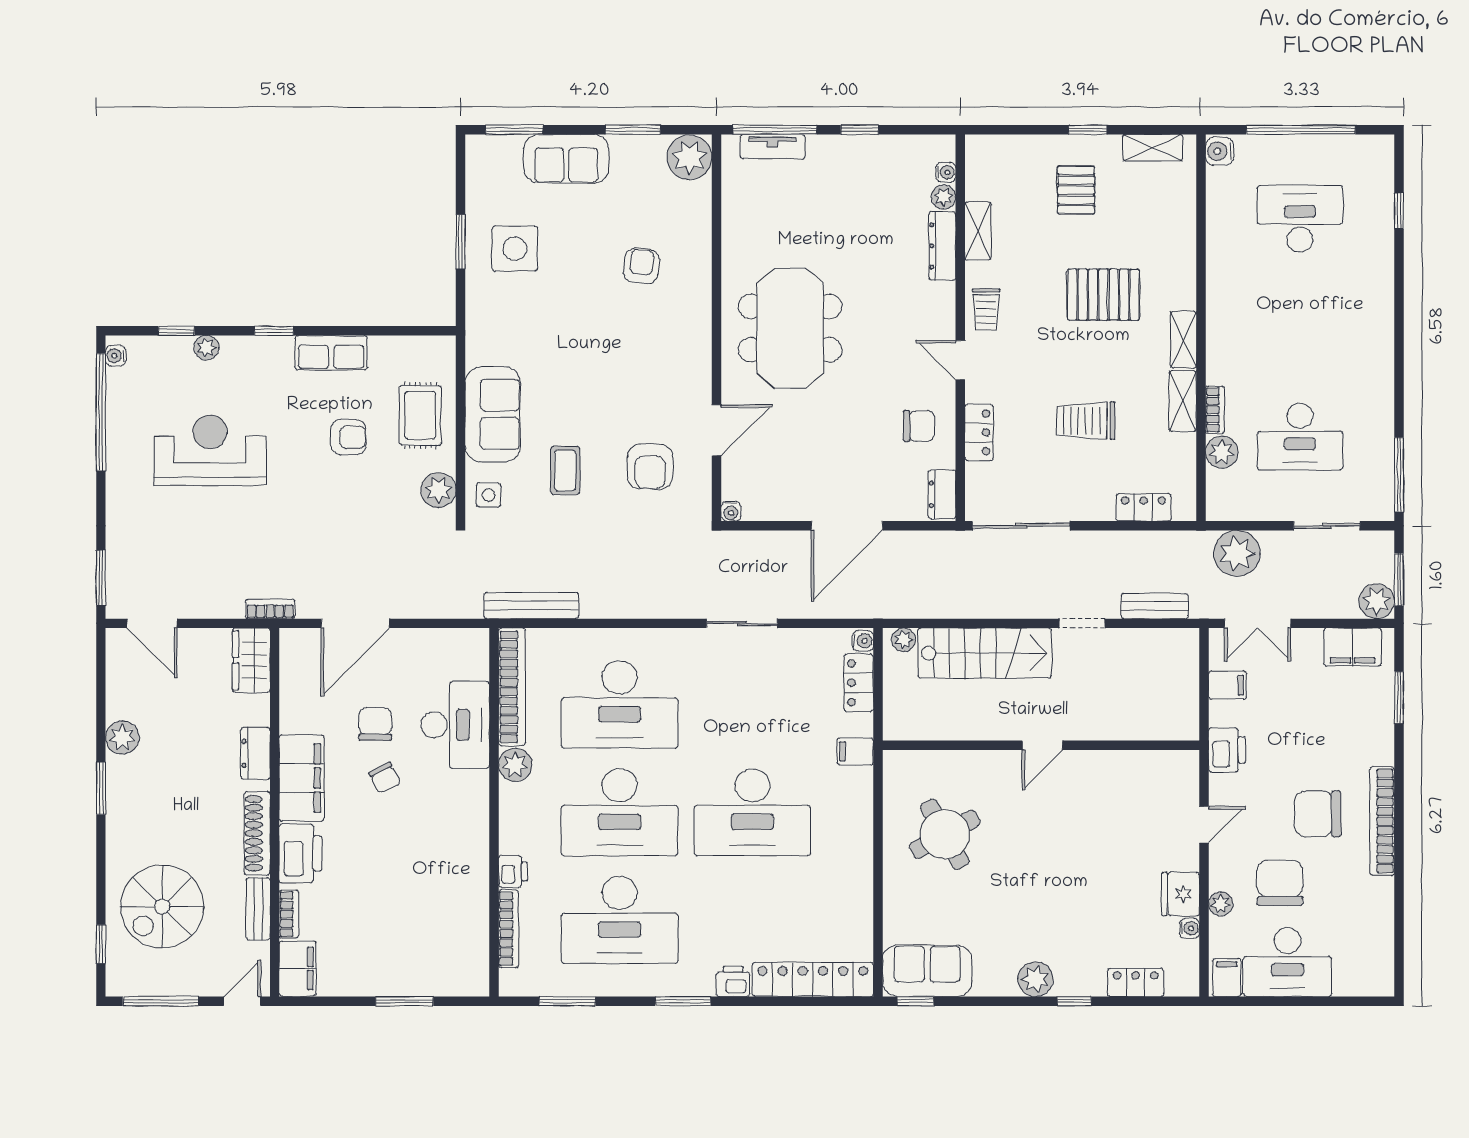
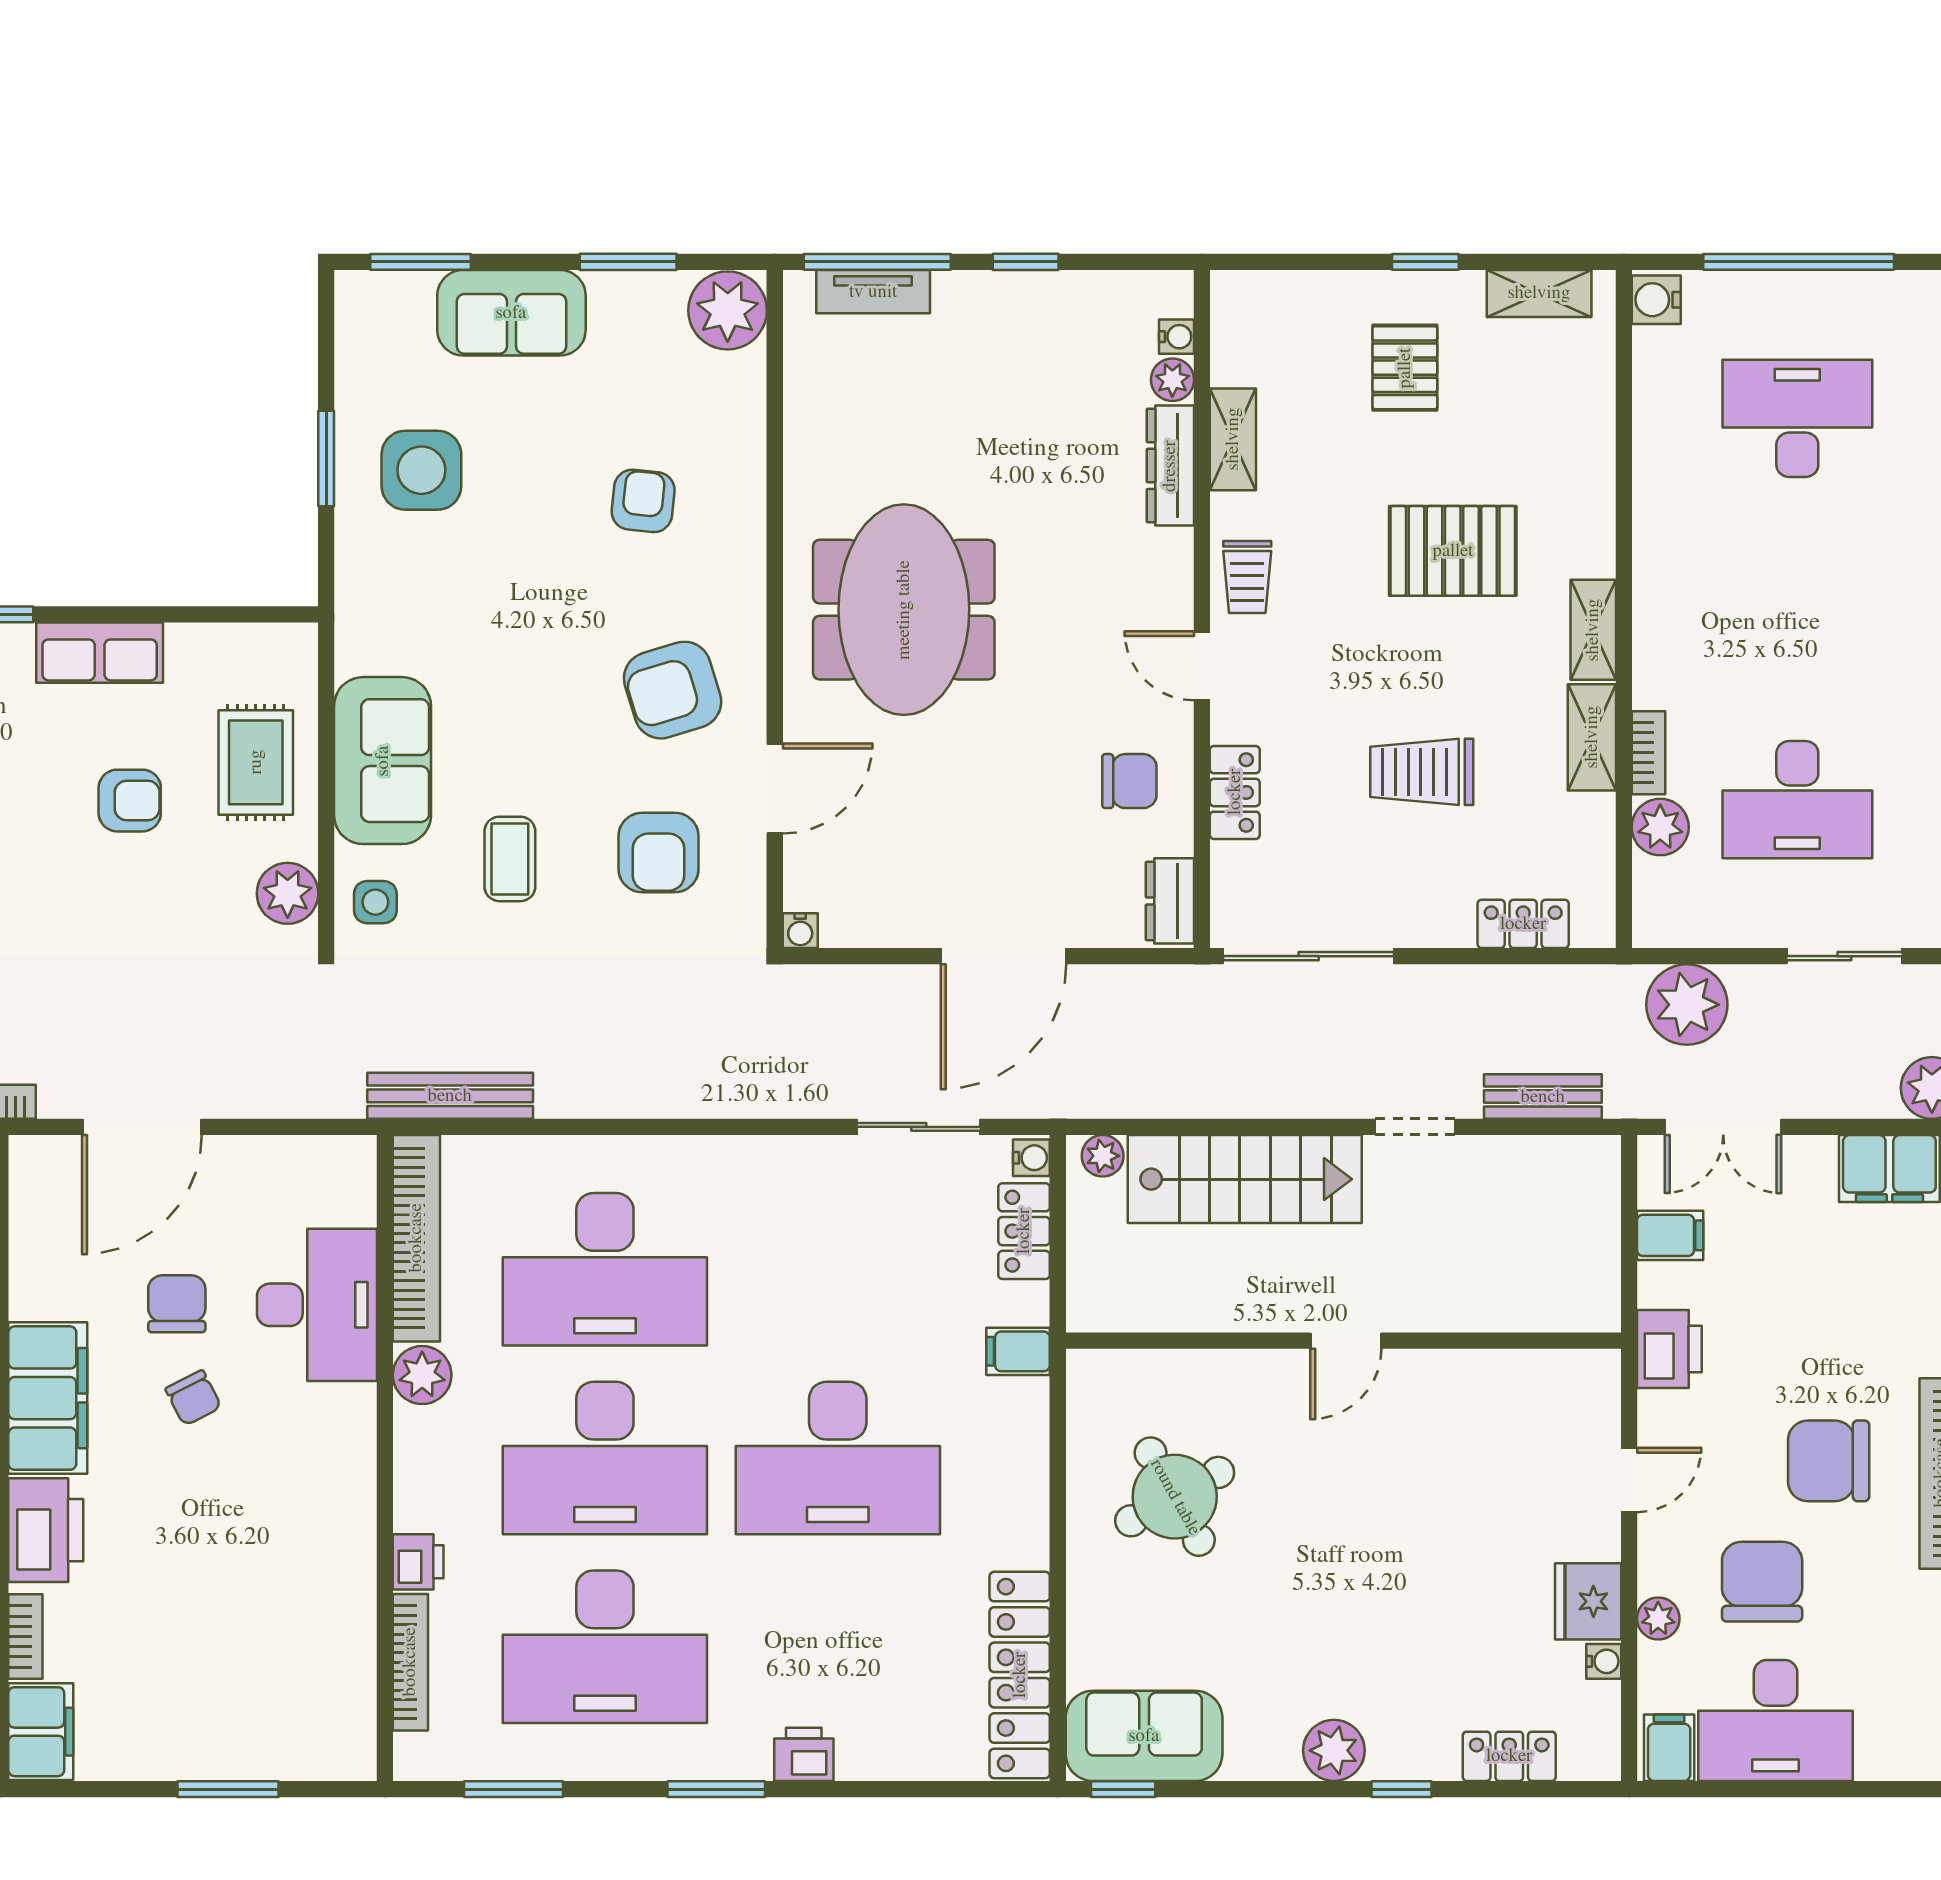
armchair: (658, 374) -> (673, 690), added
sliding door: (742, 623) -> (919, 1127), moved
locker: (813, 979) -> (1020, 1675), moved, turned -90

